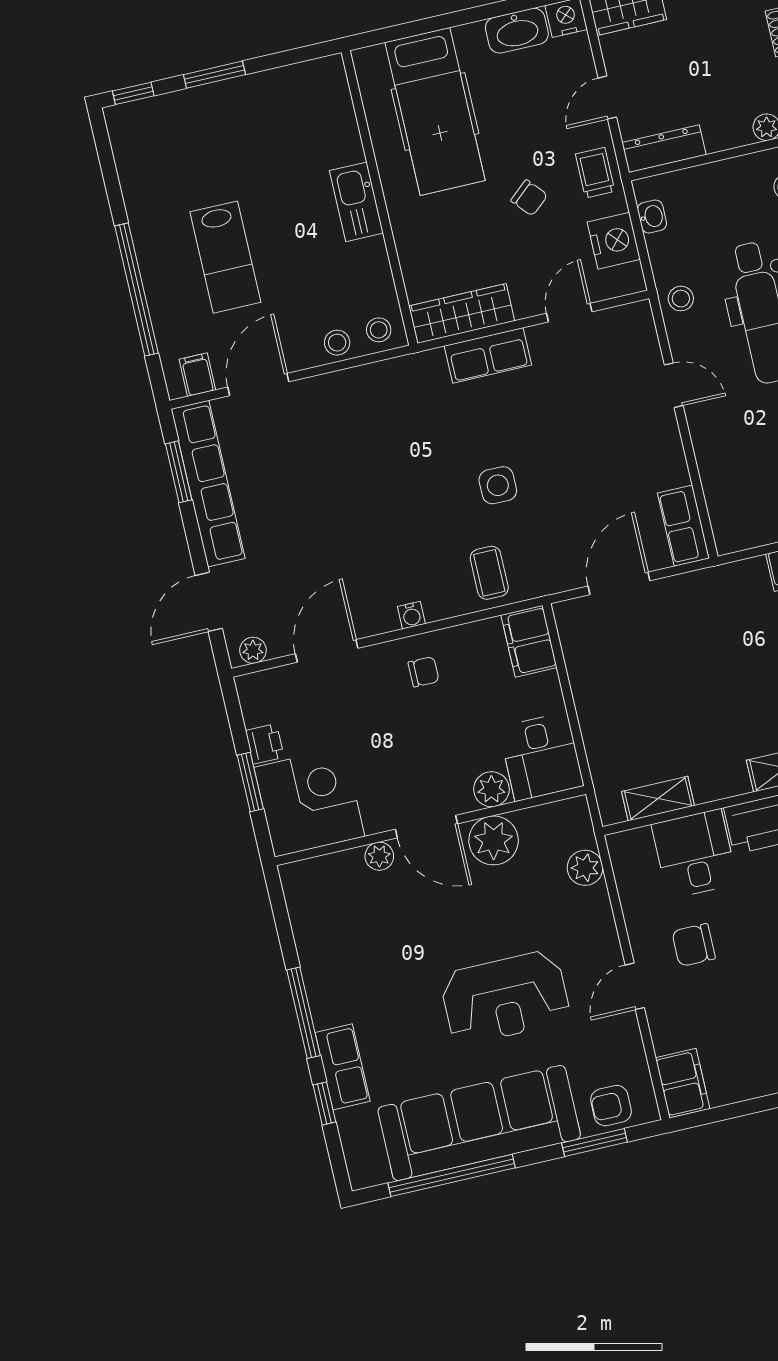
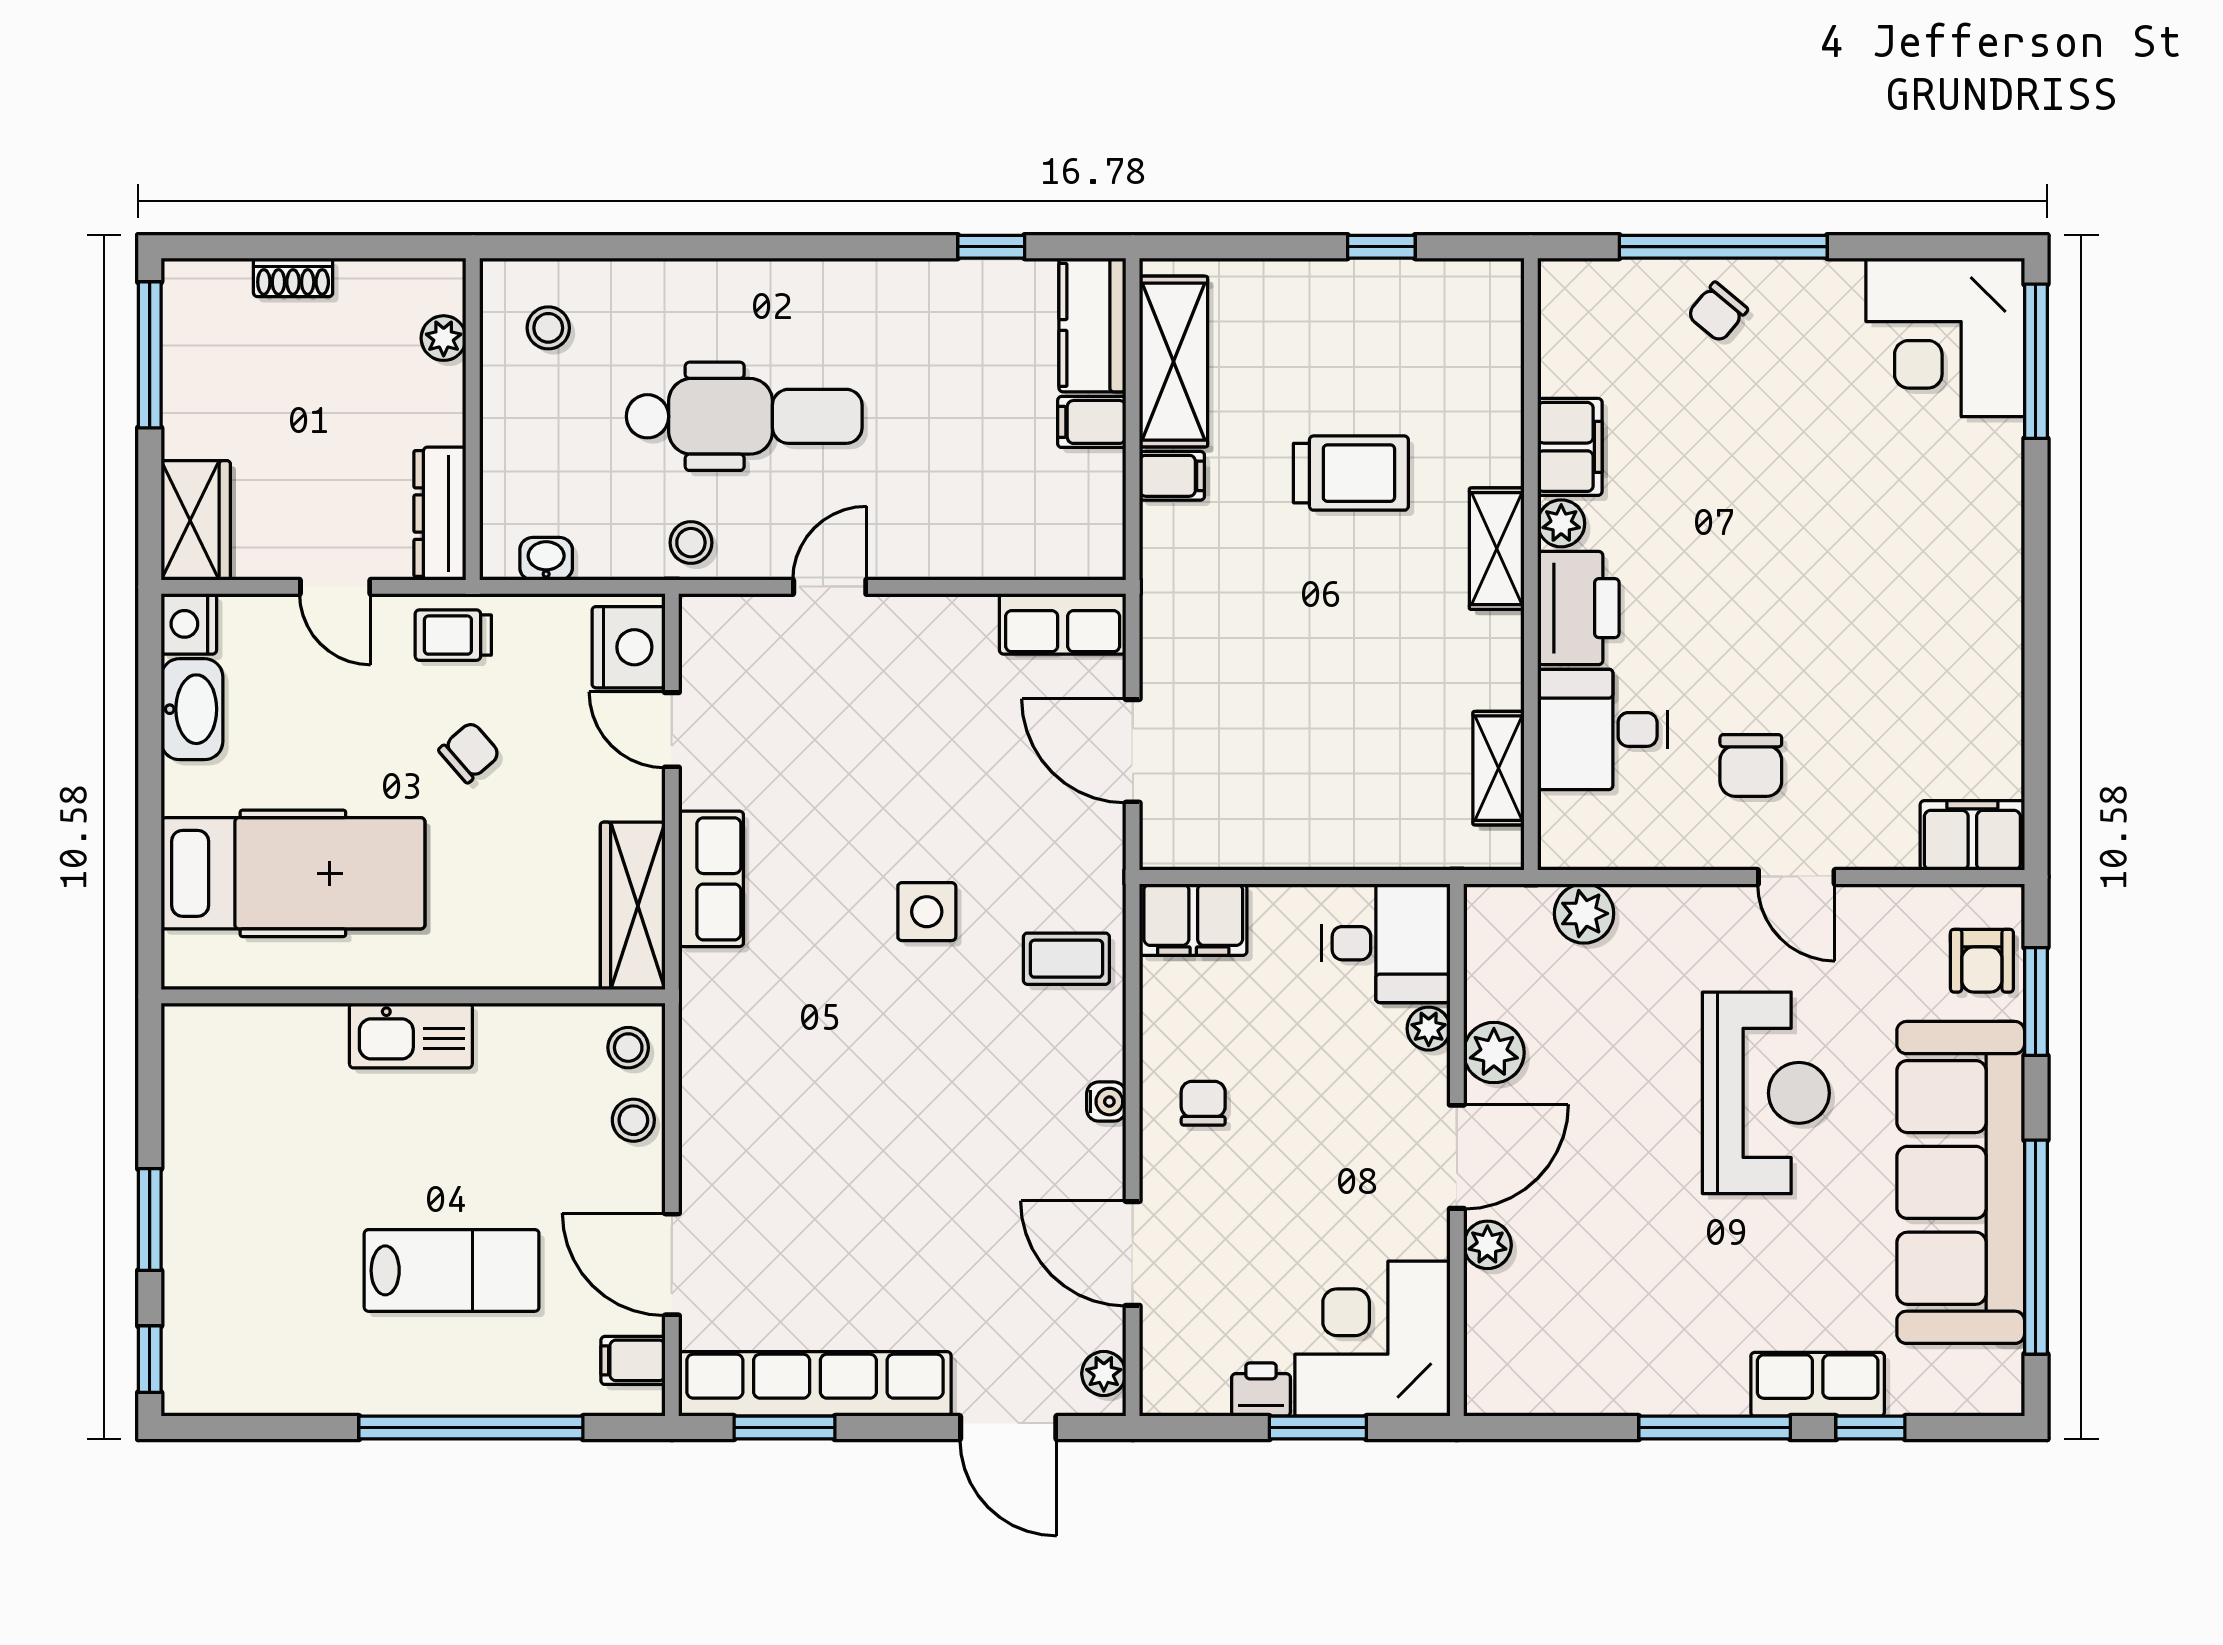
nightstand: (614, 241) -> (629, 647), moved, turned 90
plant: (491, 789) -> (1429, 1029), width x0.73, depth x0.73
plant: (494, 840) -> (1494, 1053), width x0.73, depth x0.73

